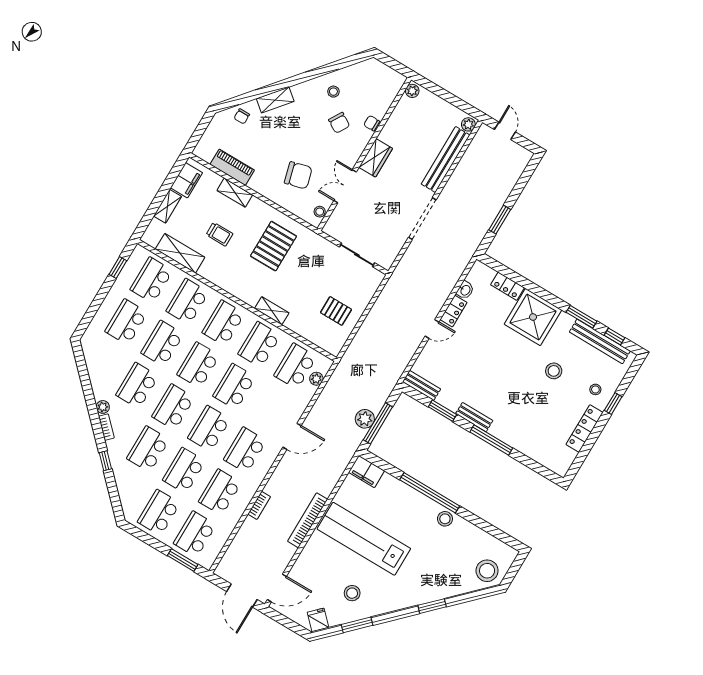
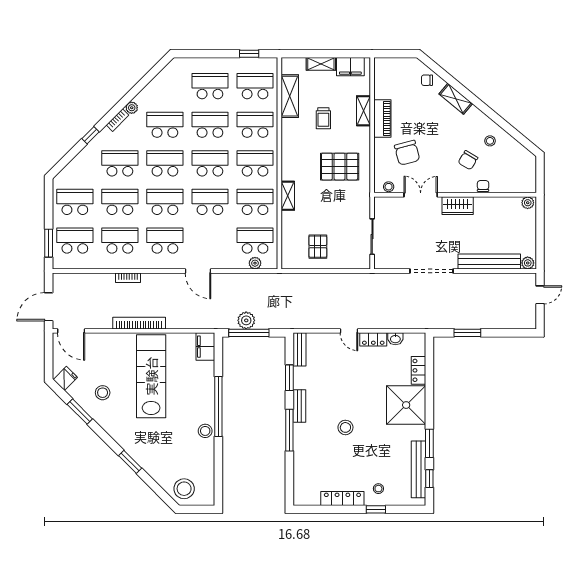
piano: (232, 167) -> (382, 118), moved
stool: (554, 371) -> (345, 427), moved

